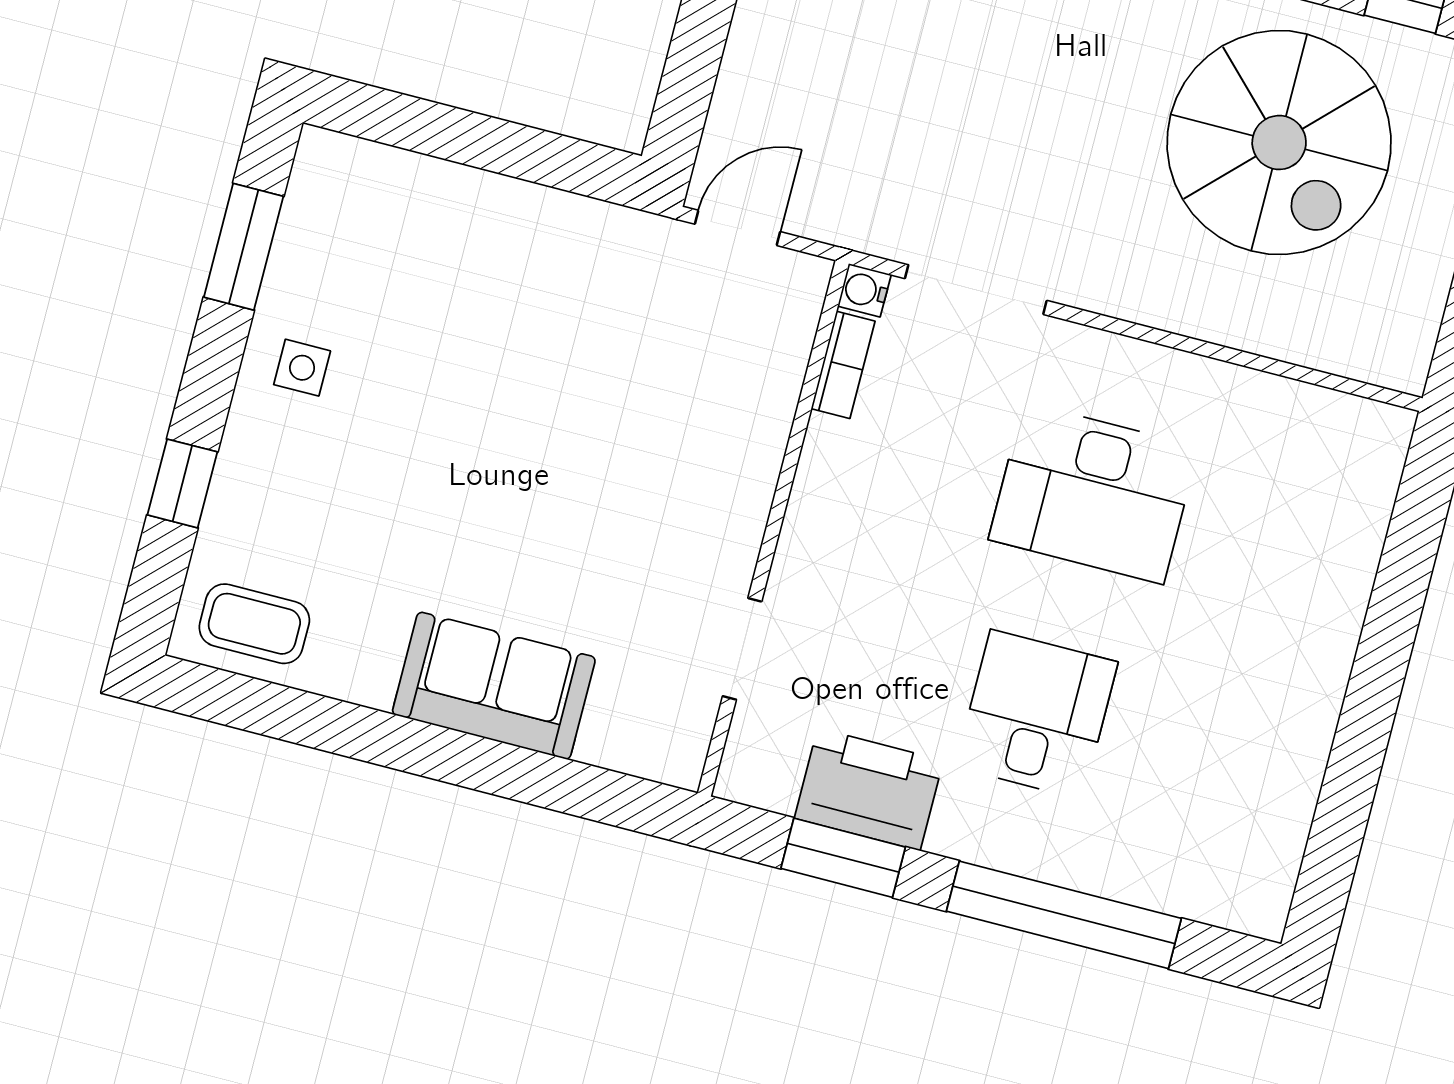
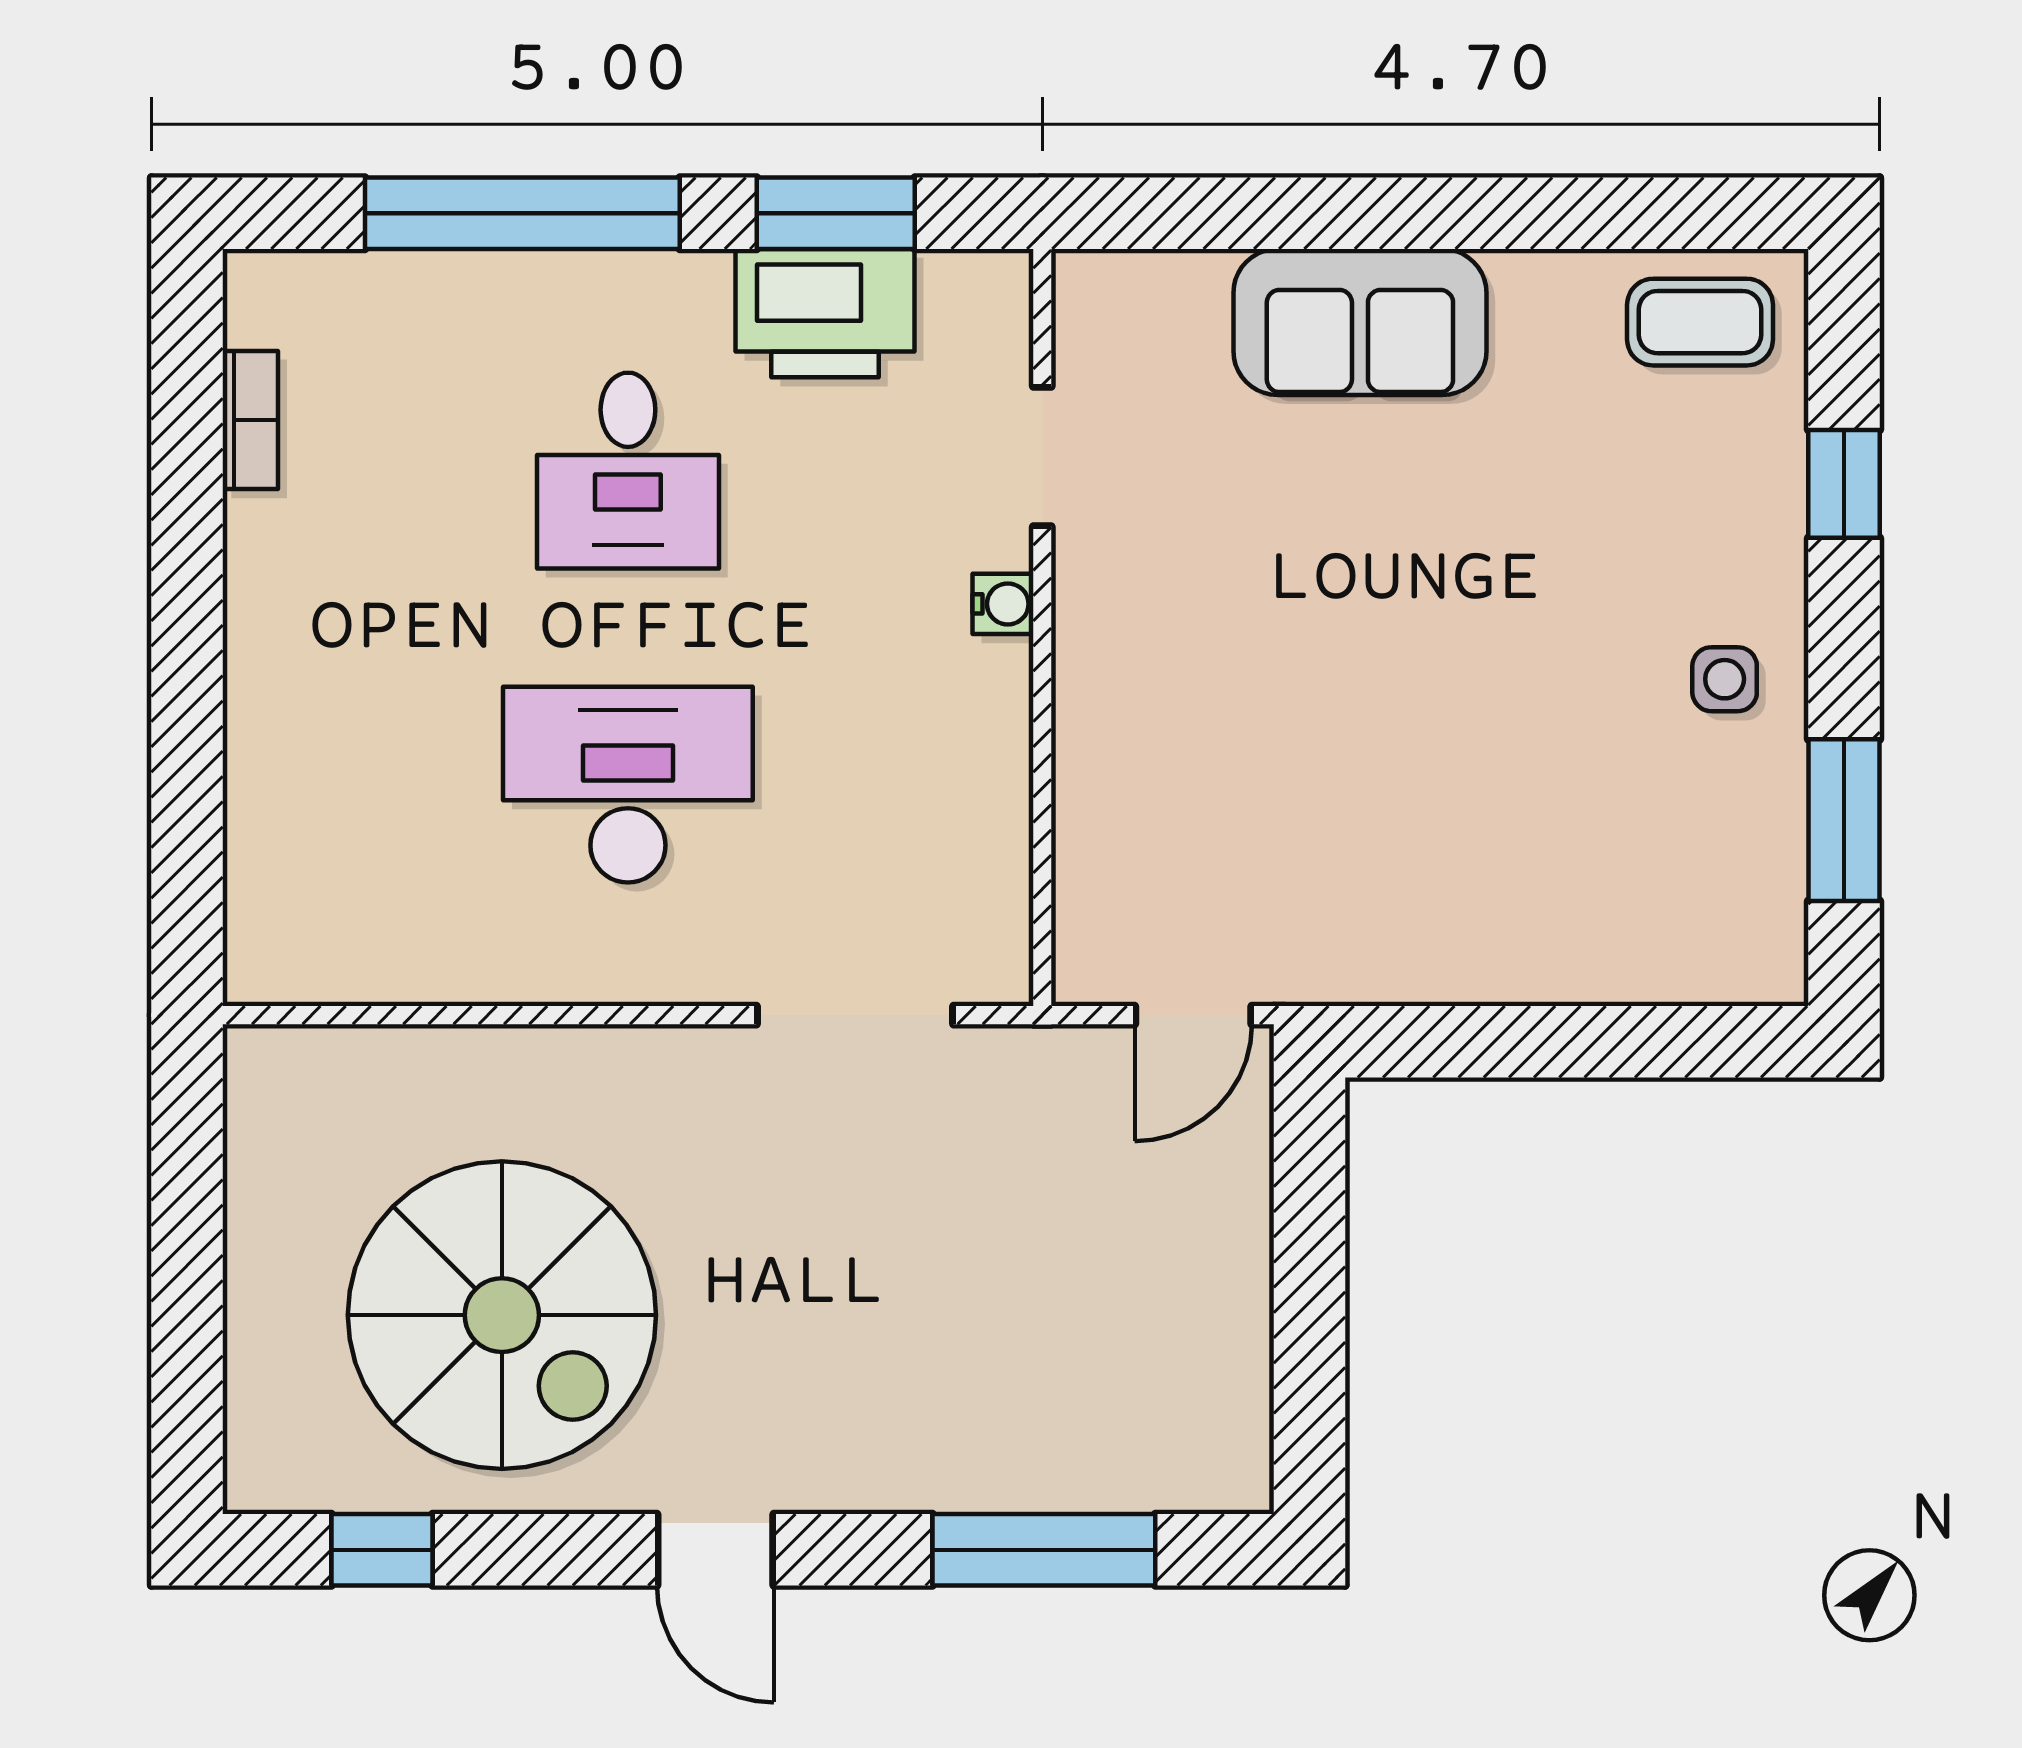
spiral stairs: (1279, 143) -> (502, 1315), turned 180
water cooler: (864, 290) -> (1003, 604), moved
bookcase: (843, 365) -> (250, 420), moved, turned 180

